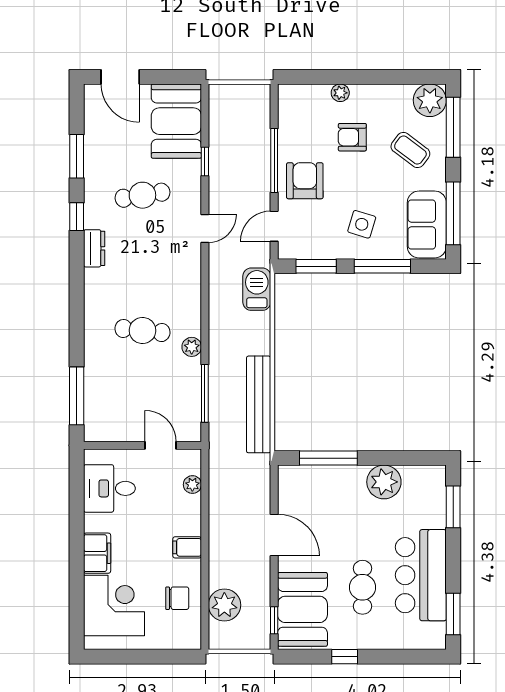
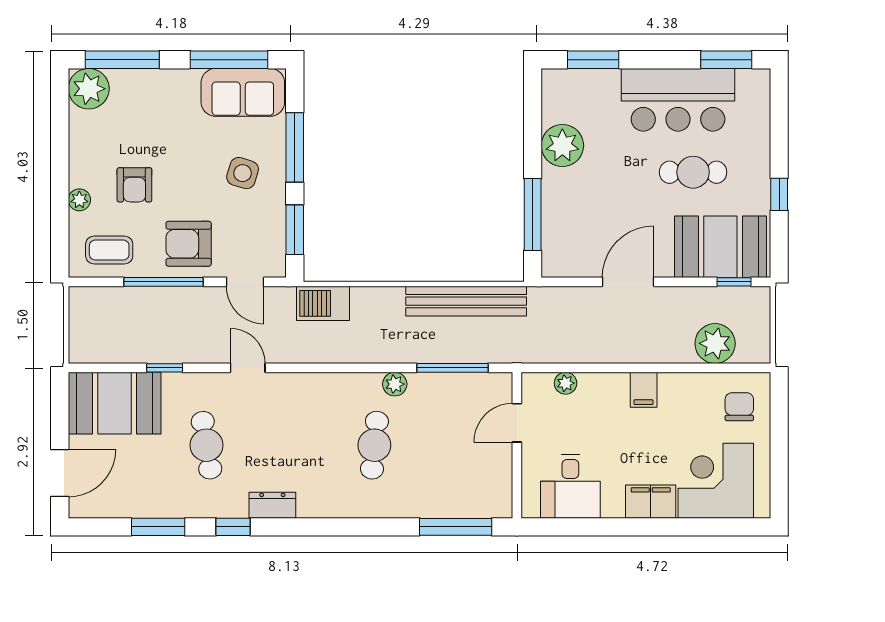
coffee table: (410, 150) -> (109, 250), moved, turned 53
chair: (177, 598) -> (739, 407), moved

